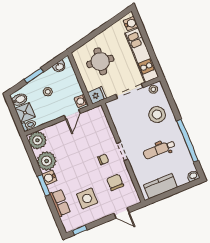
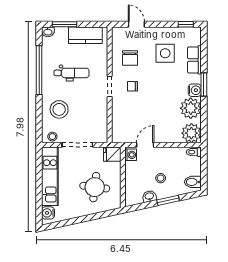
washbasin: (59, 67) -> (149, 196), moved
shower: (25, 113) -> (193, 166), removed
window: (182, 188) -> (64, 24), added

